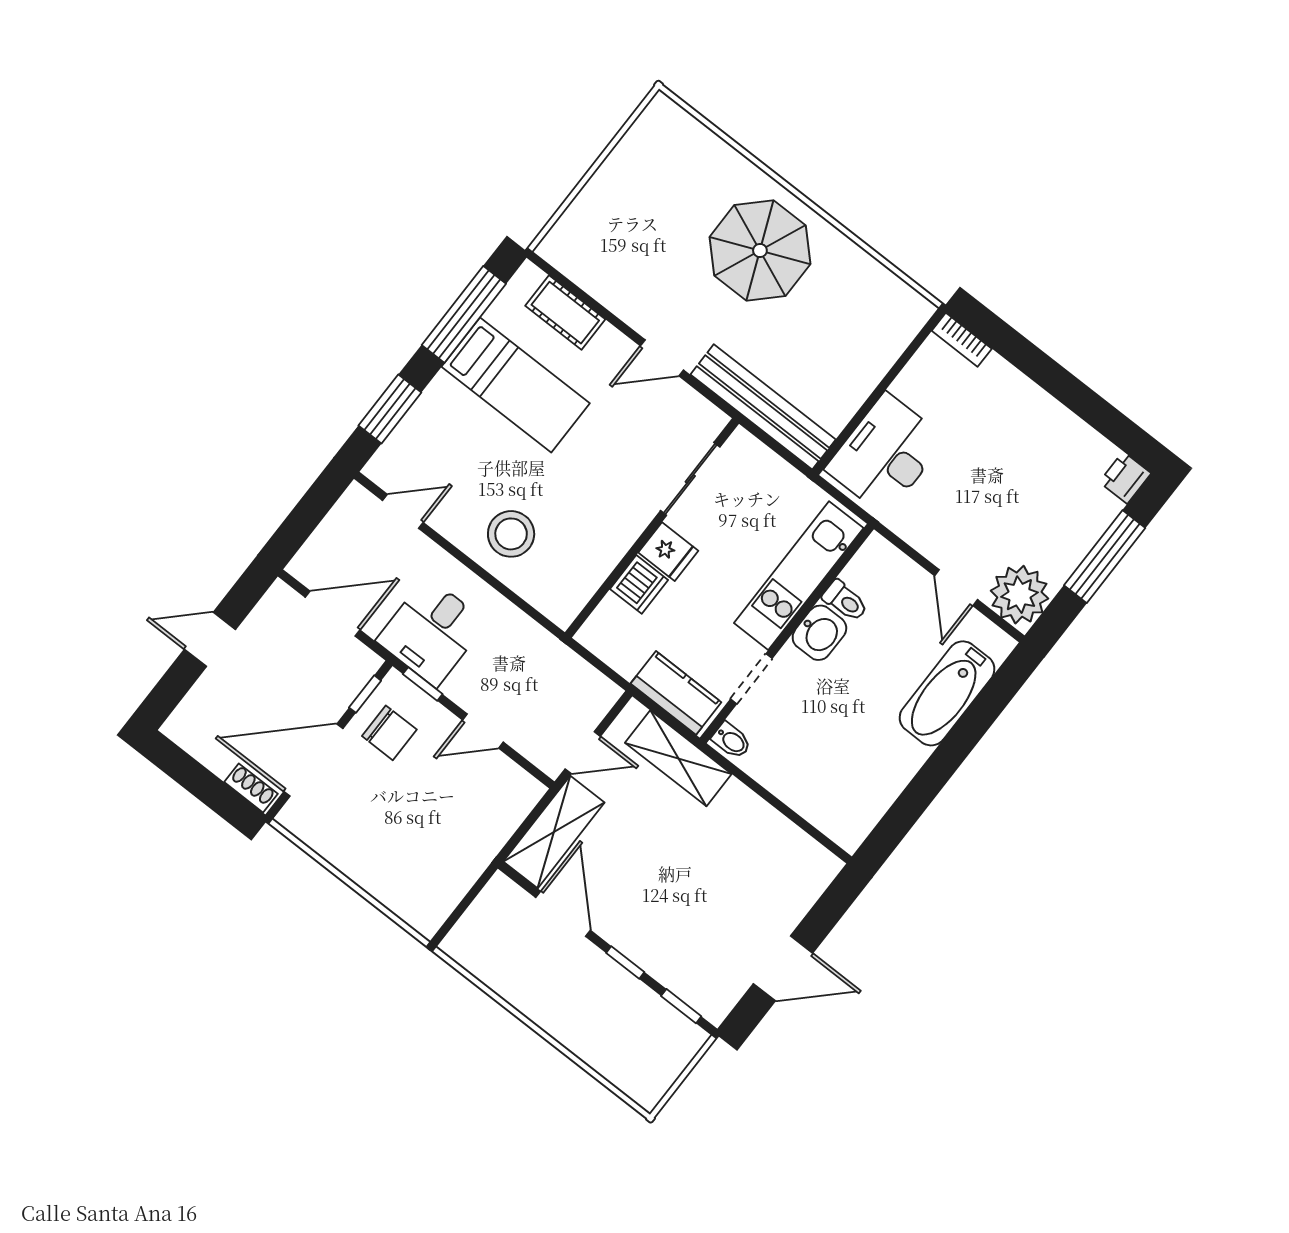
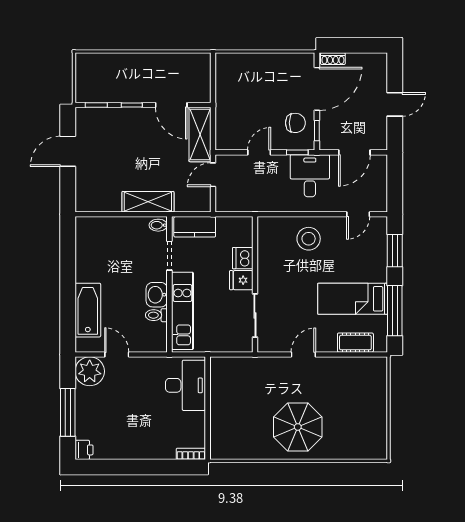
bench: (763, 407) -> (248, 366), removed
chair: (389, 733) -> (295, 123), turned 180
shelving: (678, 758) -> (148, 202), moved

